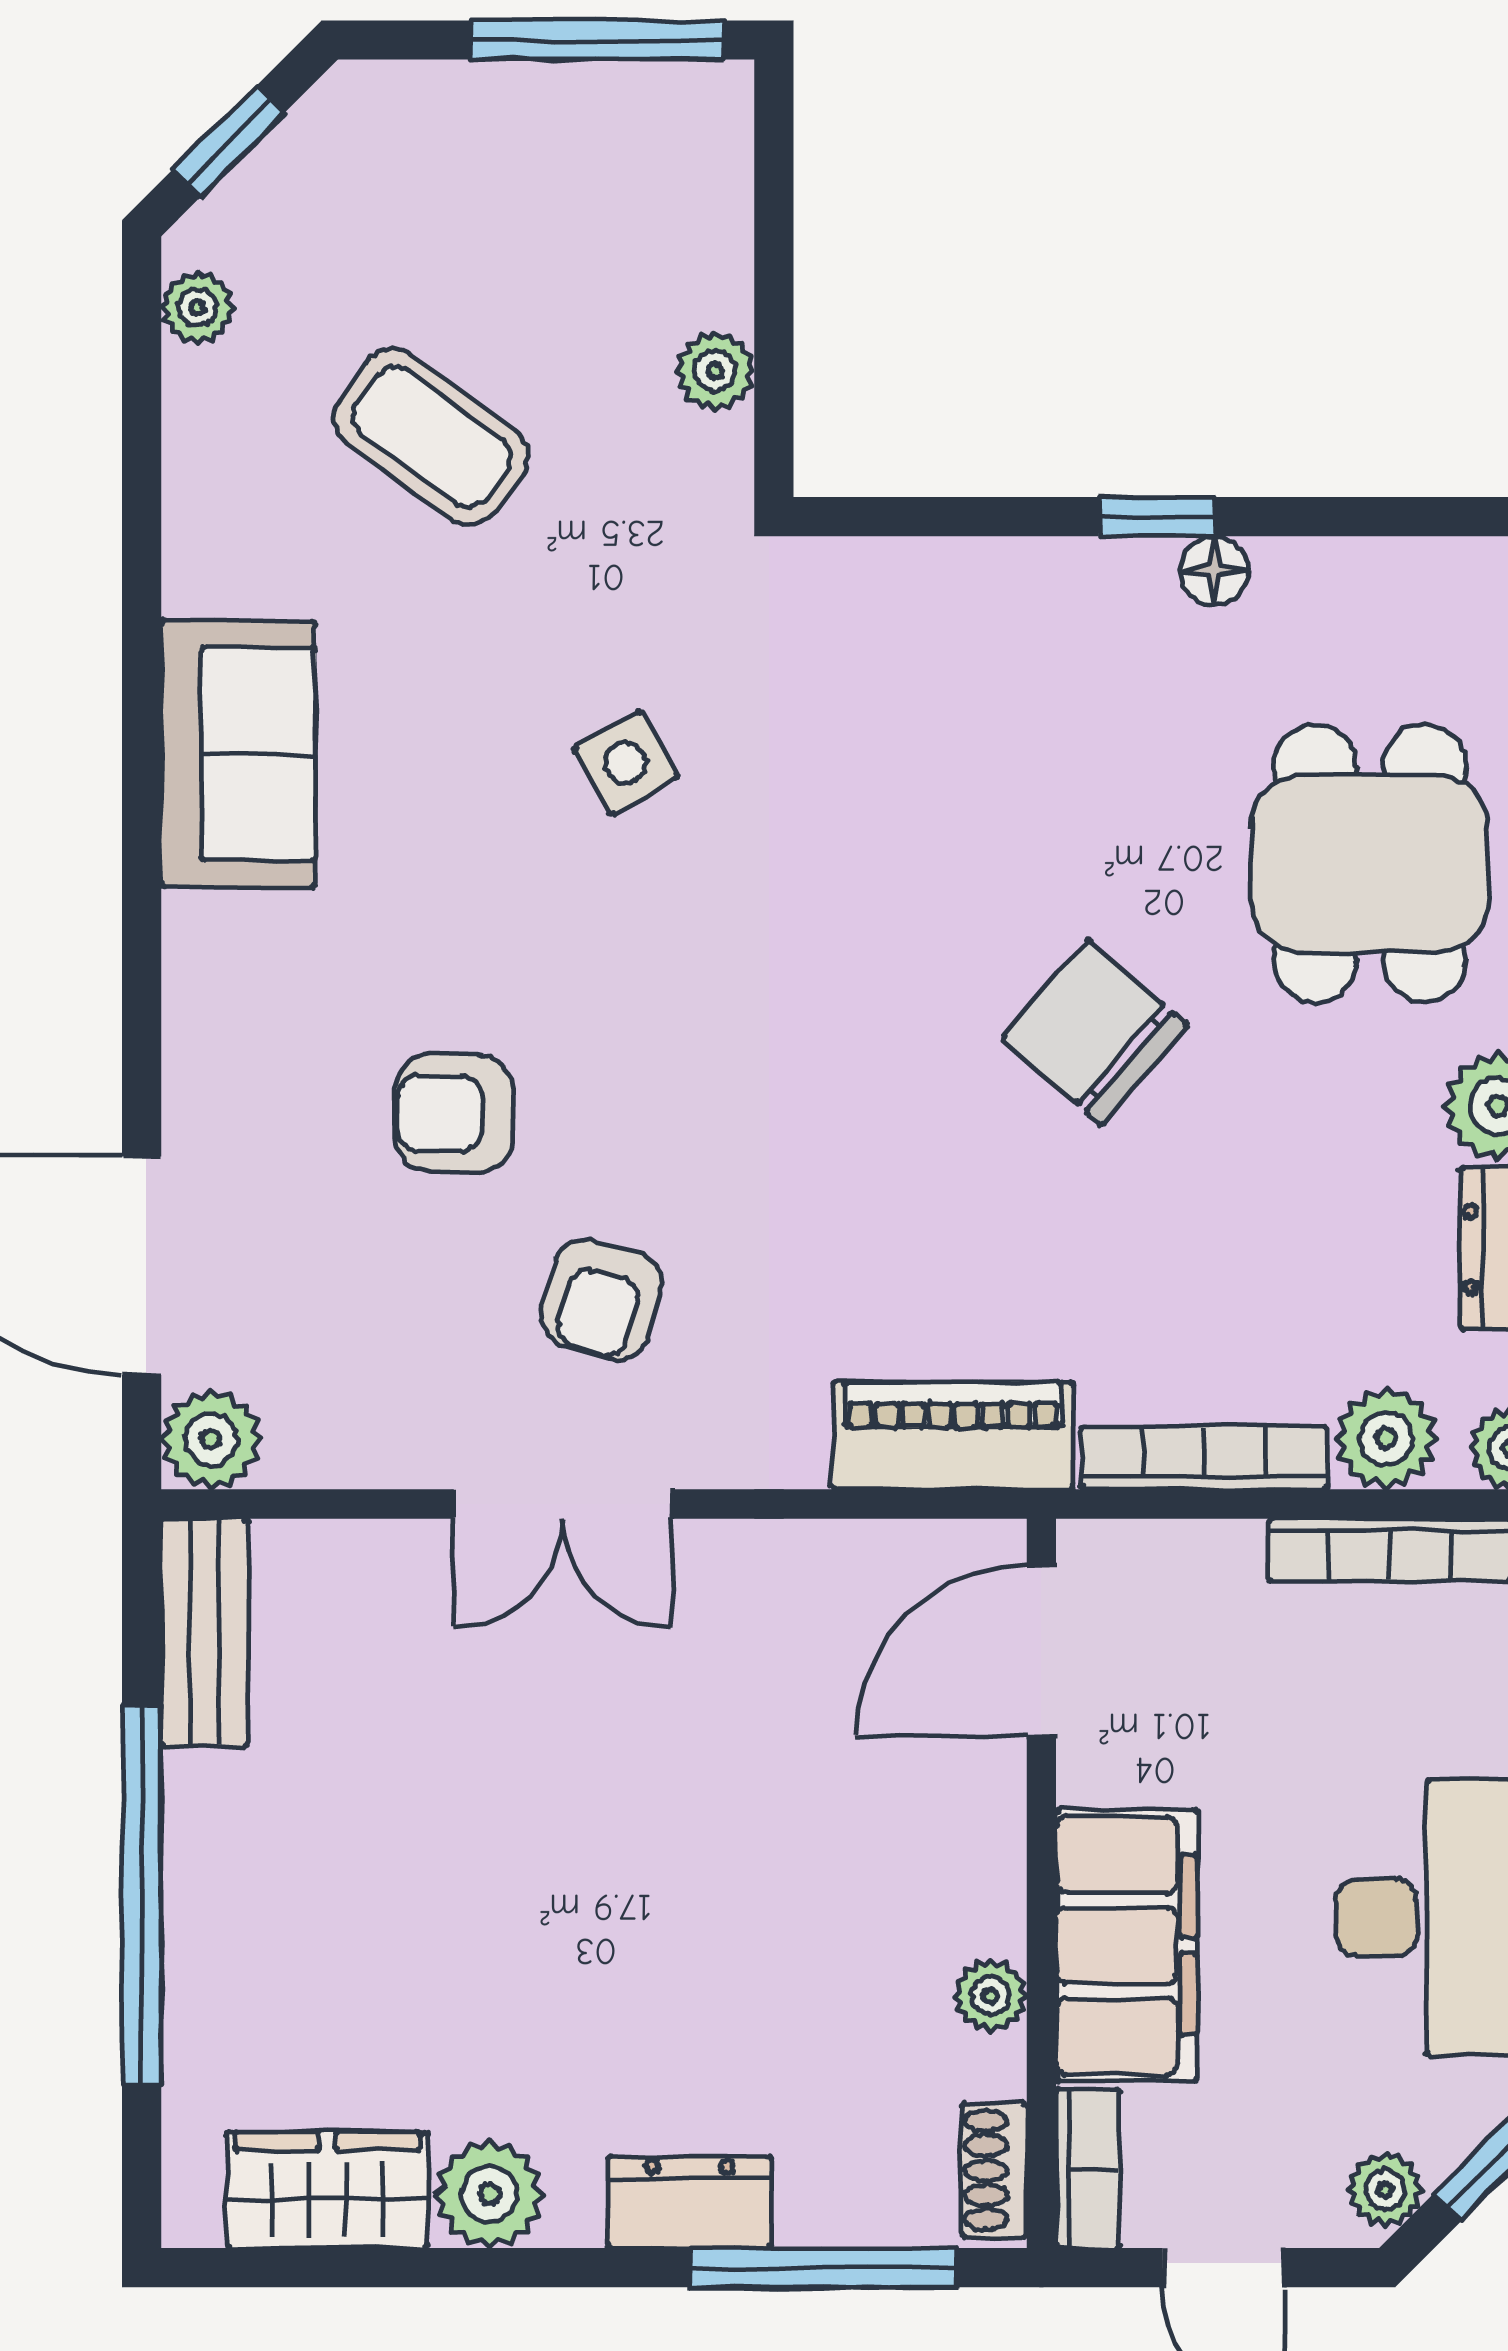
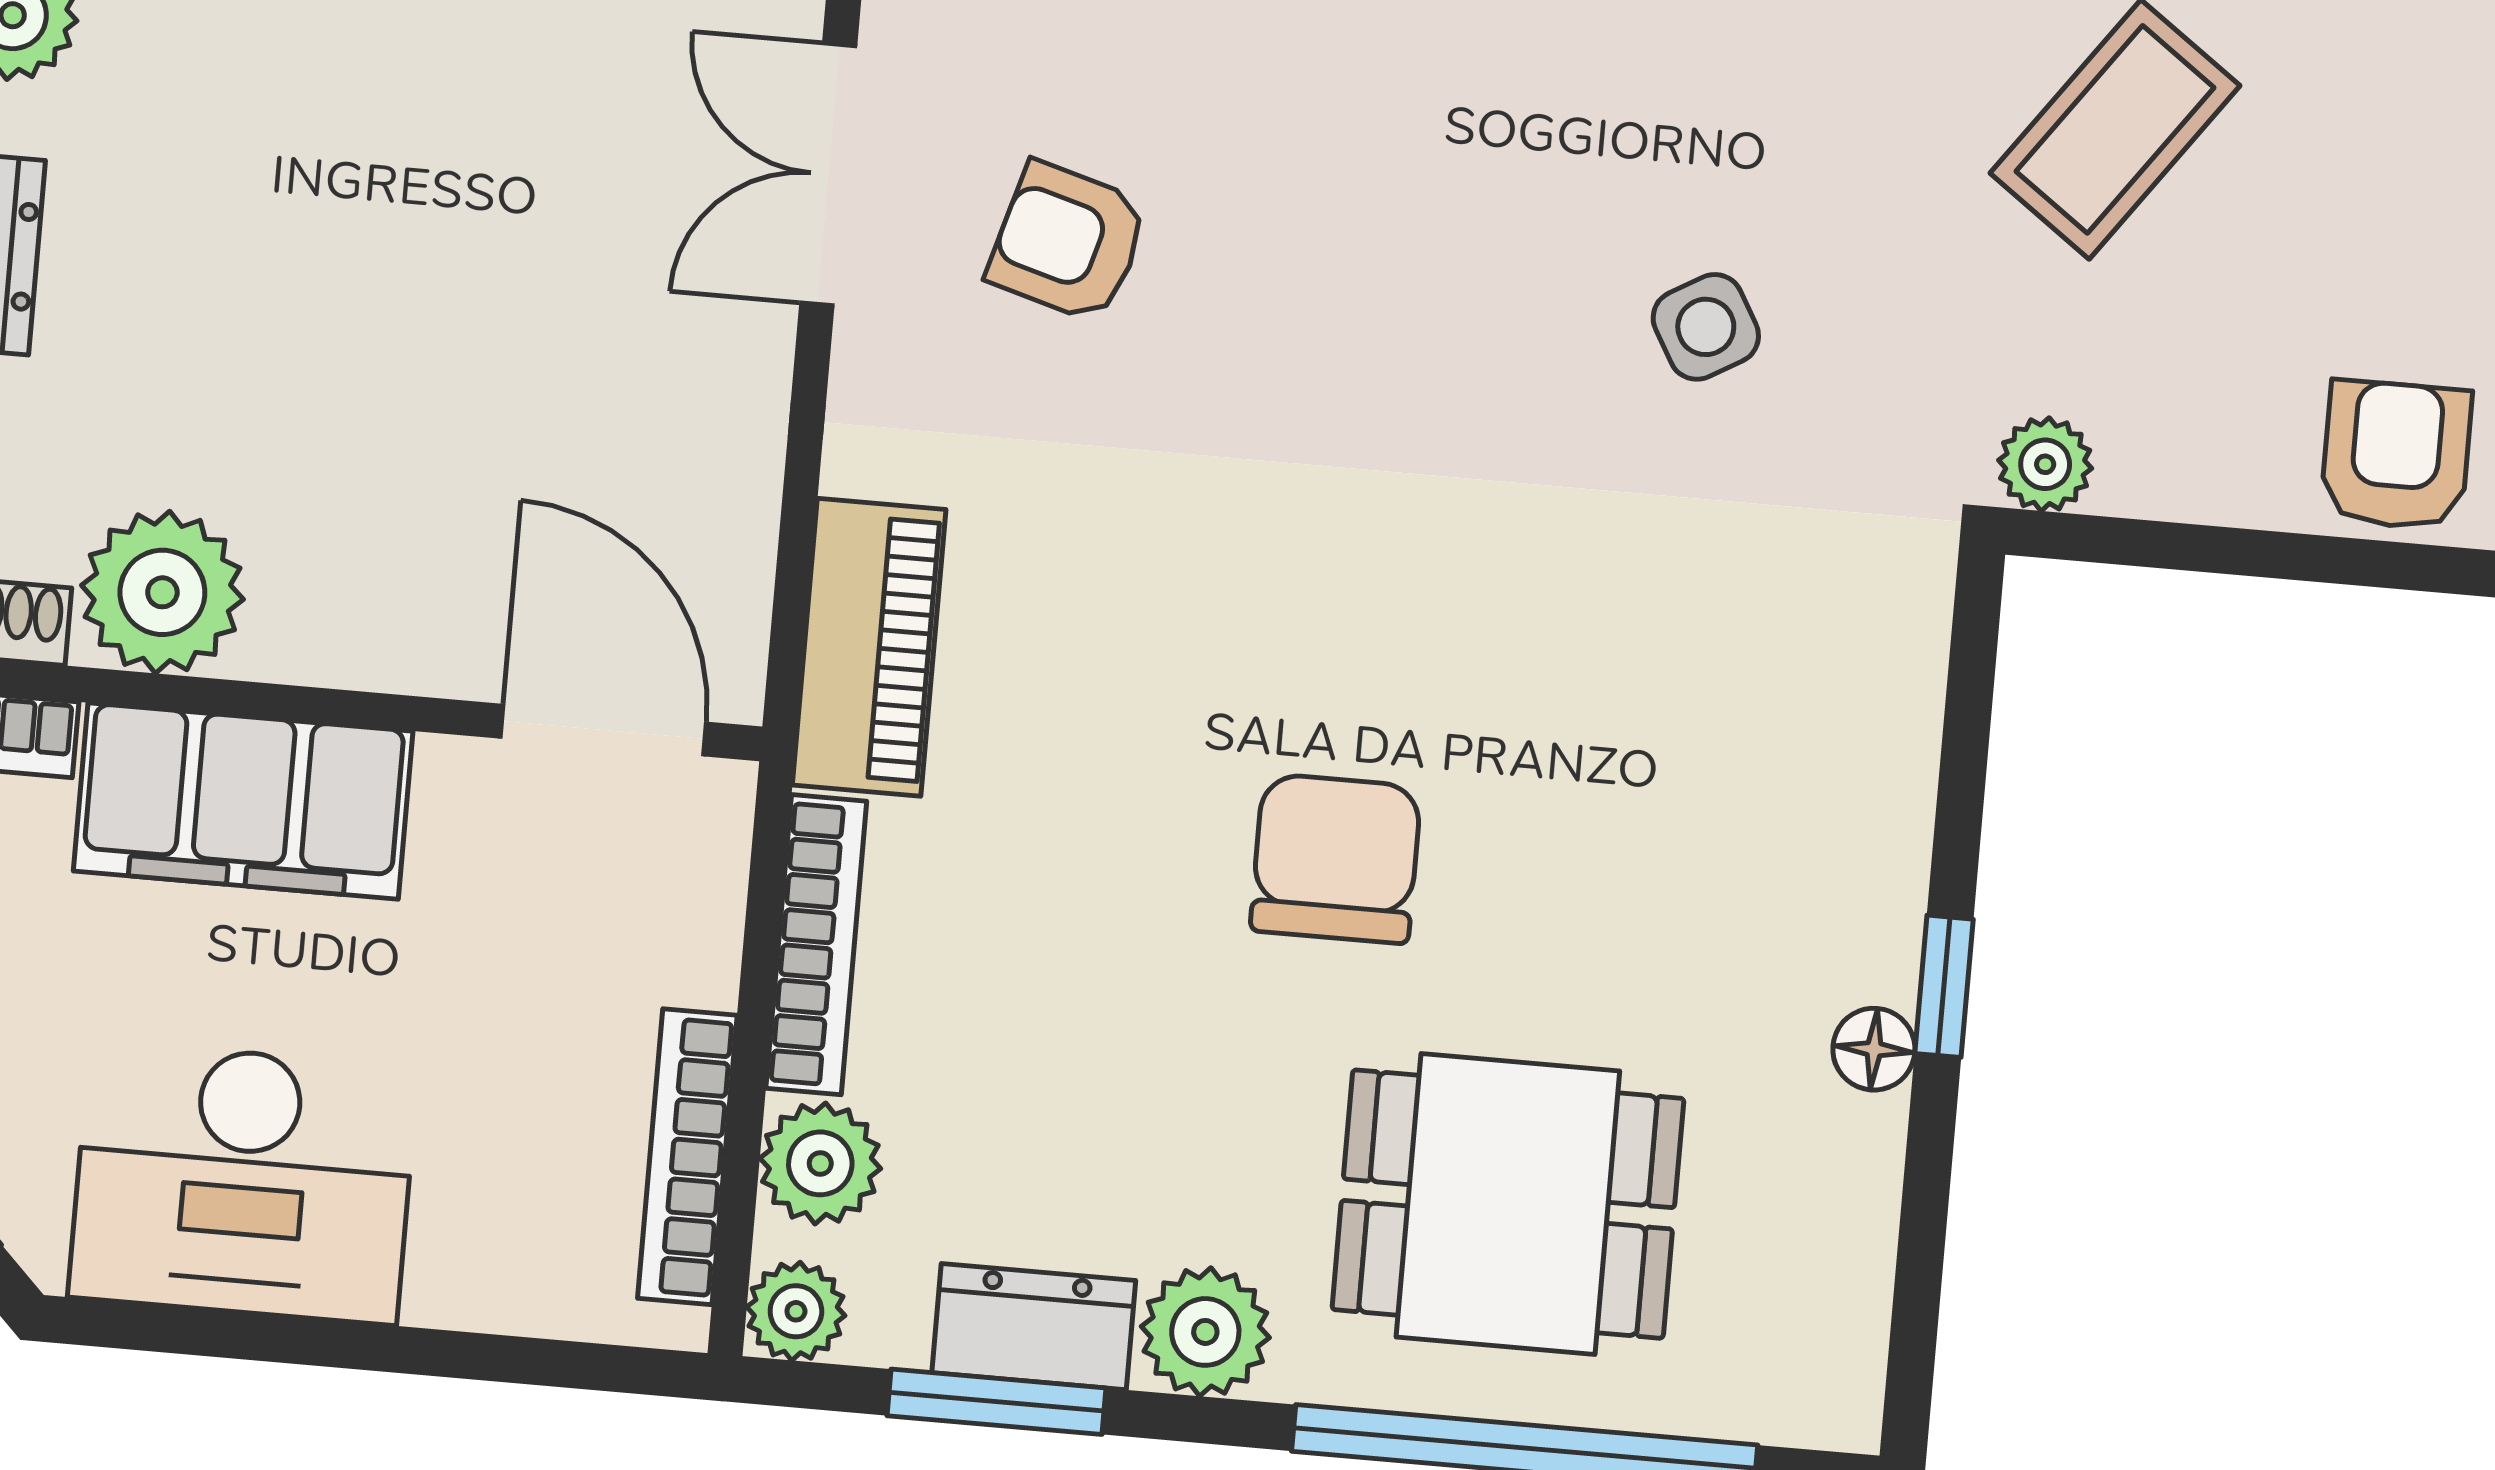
plant: (715, 371) -> (2045, 464), moved
chair: (1095, 1032) -> (1336, 859), turned -41
armchair: (454, 1113) -> (2396, 455), moved
plant: (991, 1996) -> (162, 592), width x1.87, depth x1.87

